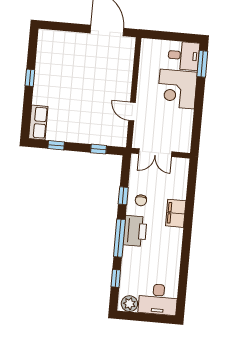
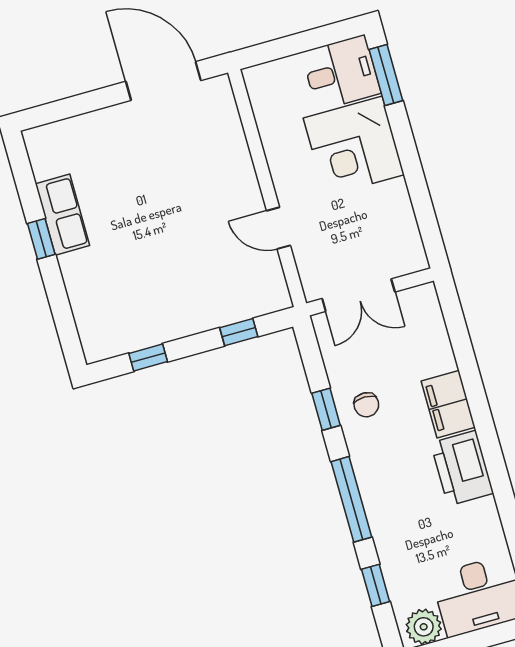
row of seats: (38, 123) -> (62, 215), moved
printer: (135, 231) -> (462, 468), moved, turned 180

